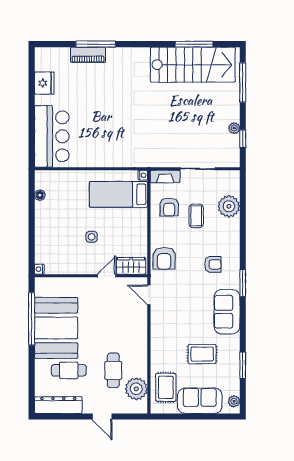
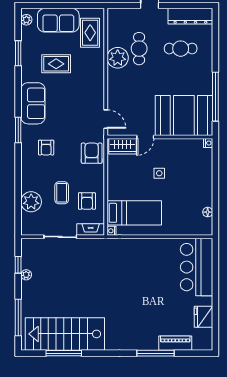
piano: (88, 55) -> (175, 343), moved
armchair: (169, 207) -> (87, 201), turned 180
armchair: (213, 264) -> (46, 148), turned -90
booth: (56, 328) -> (184, 115), moved, turned 90
plant: (136, 389) -> (118, 58), moved

